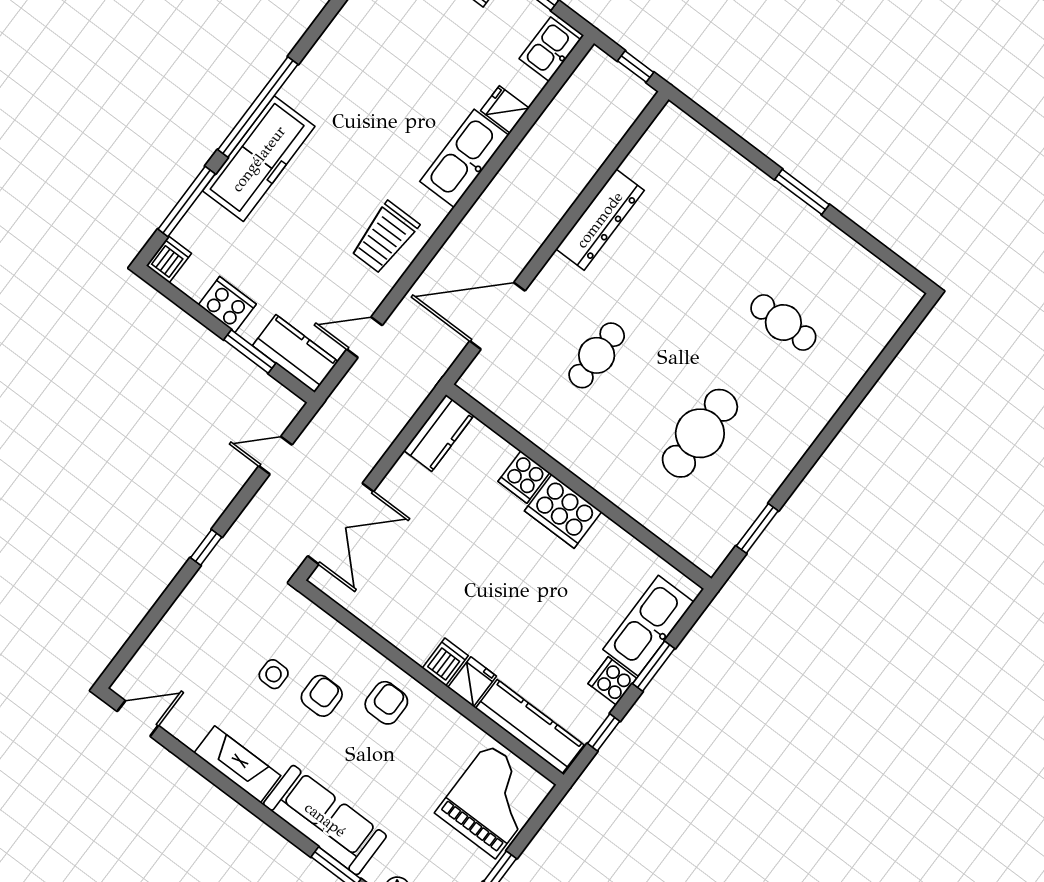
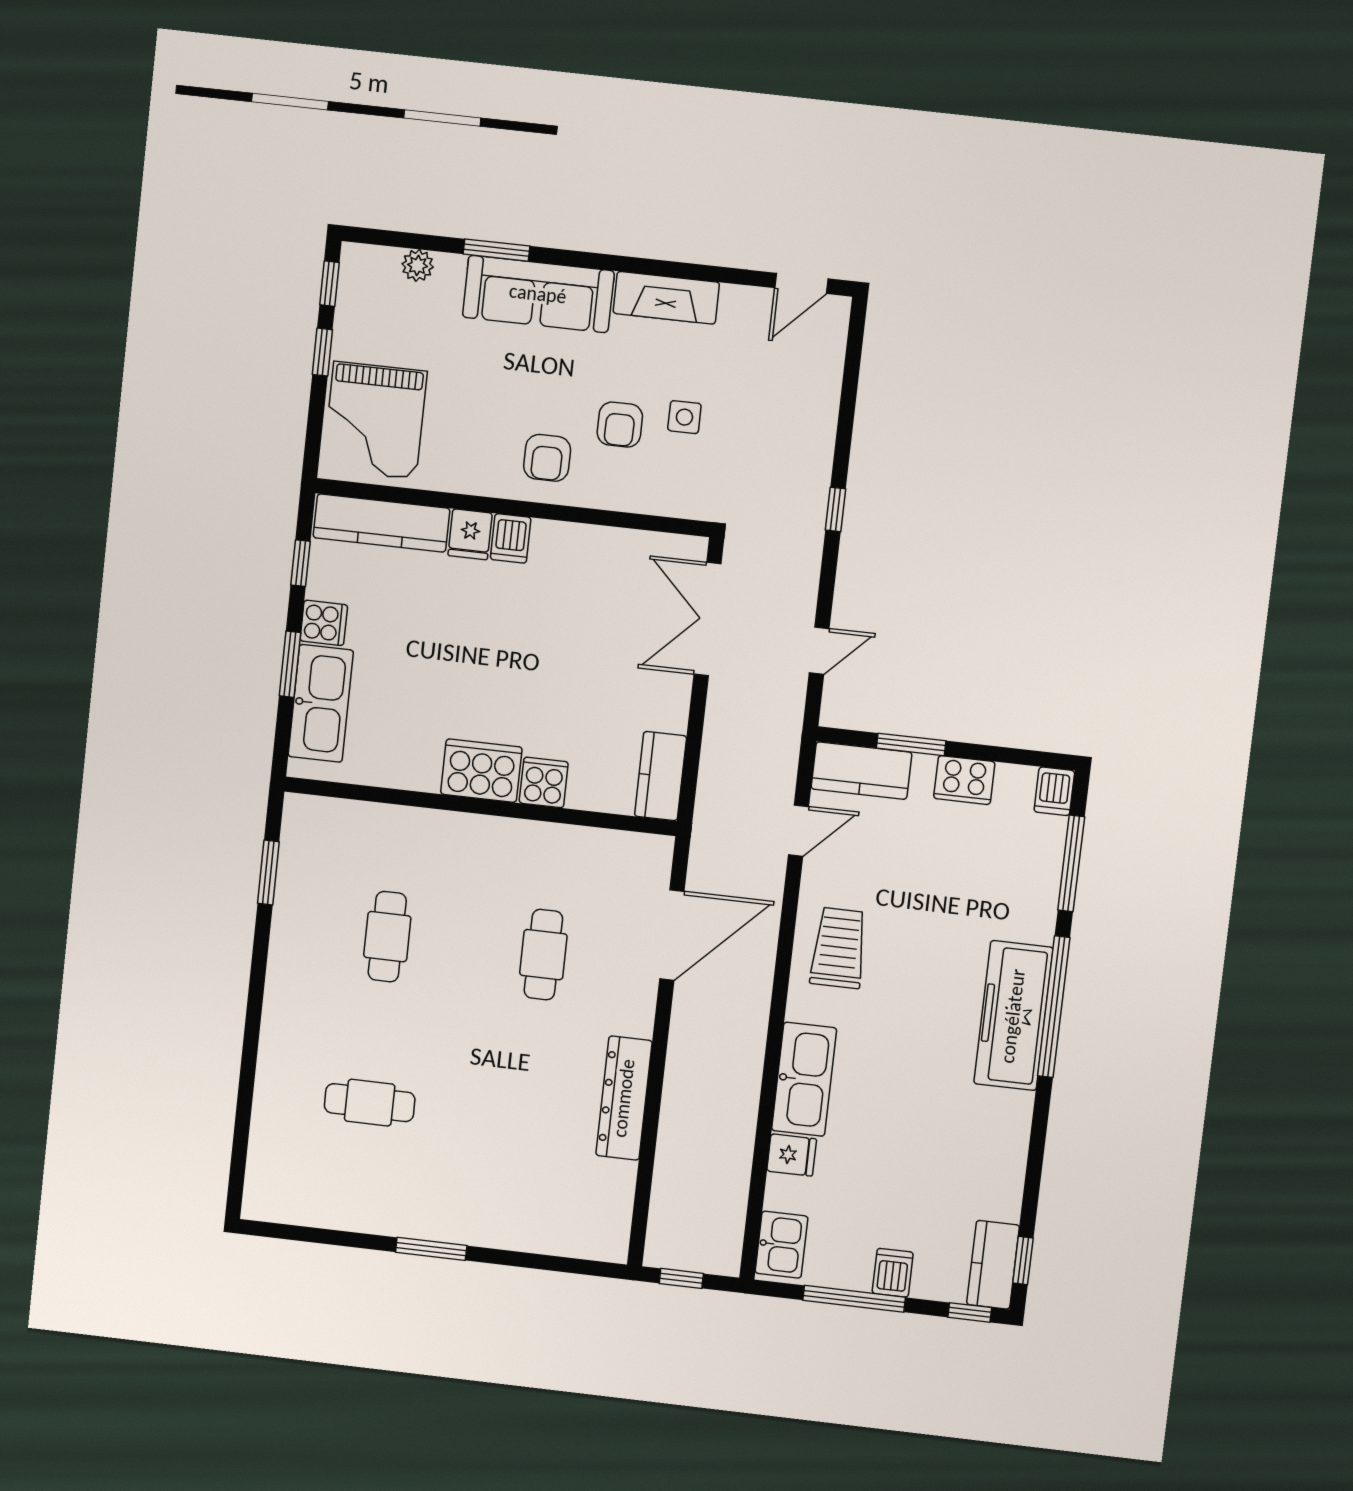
freezer: (259, 159) -> (1013, 1016), moved
cafe table: (700, 433) -> (387, 937), width x0.73, depth x0.74

